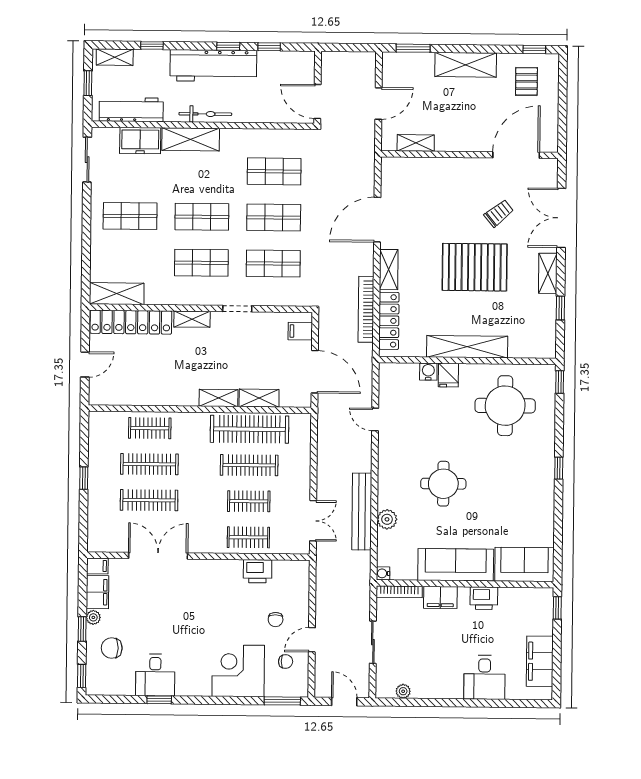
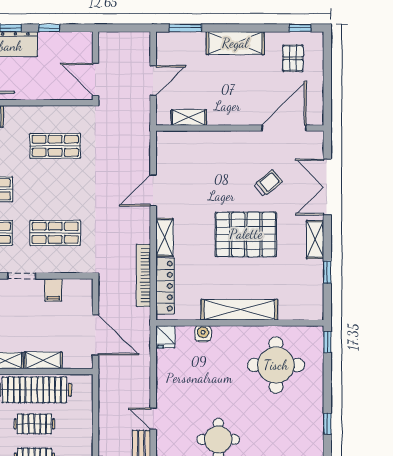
shop shelf: (274, 217) -> (55, 189), removed
door: (377, 220) -> (153, 190), width x0.73
filing cabinet: (300, 331) -> (53, 290), moved, turned -90
fridge: (448, 375) -> (165, 337), moved
door: (375, 419) -> (153, 419), moved
clothes rail: (249, 465) -> (34, 424), width x0.73

